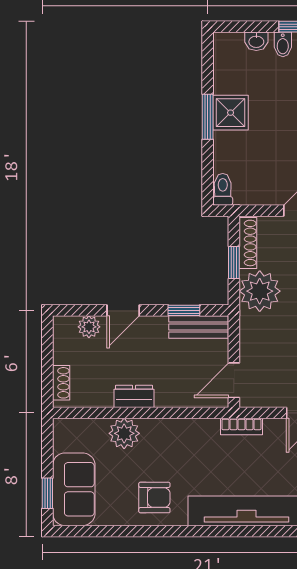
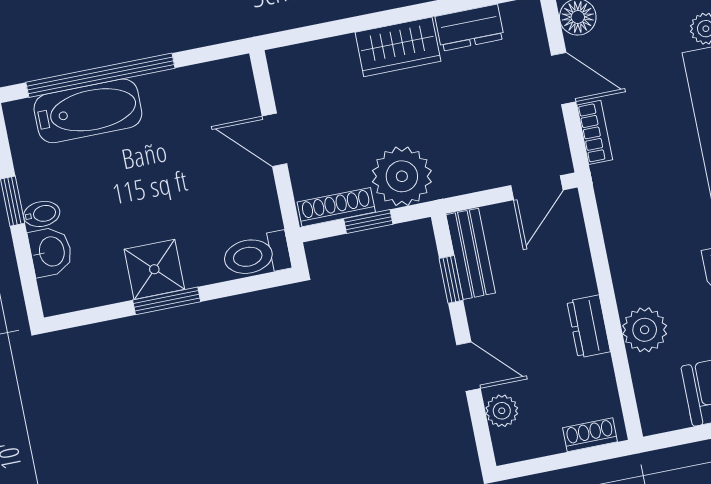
washbasin: (256, 41) -> (51, 252), width x1.38, depth x1.45
toilet: (223, 189) -> (257, 255), width x1.37, depth x1.39
door: (234, 380) -> (537, 188), hinge flipped
bookcase: (241, 426) -> (595, 132), moved

